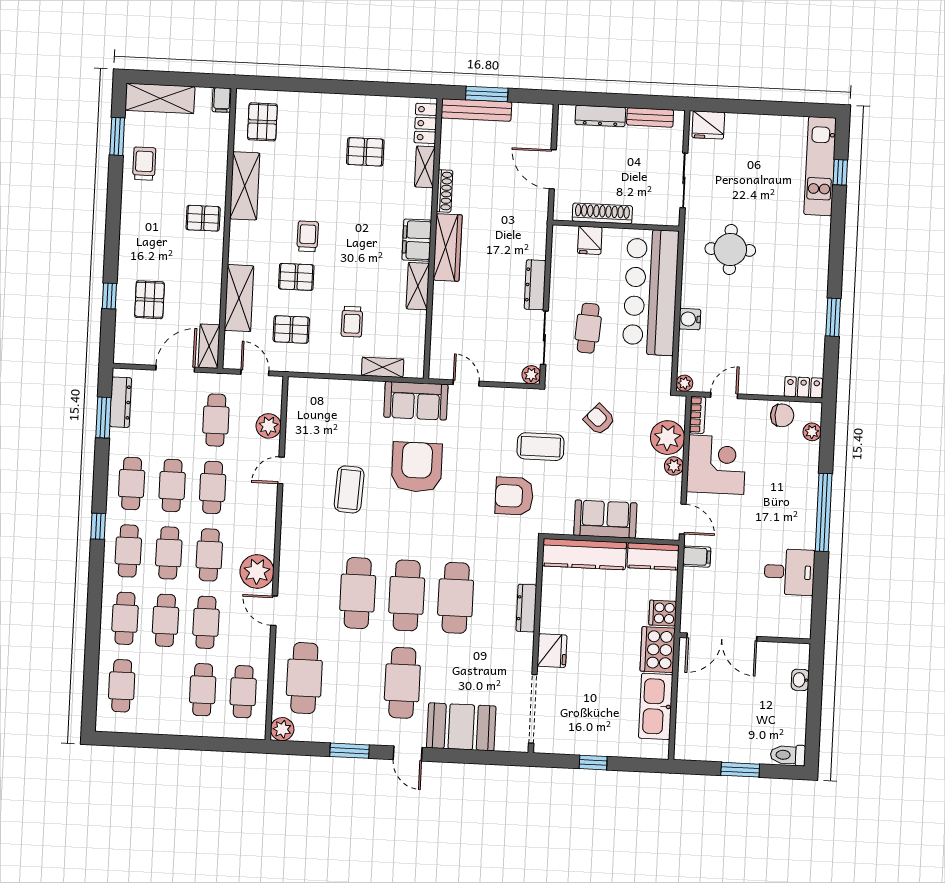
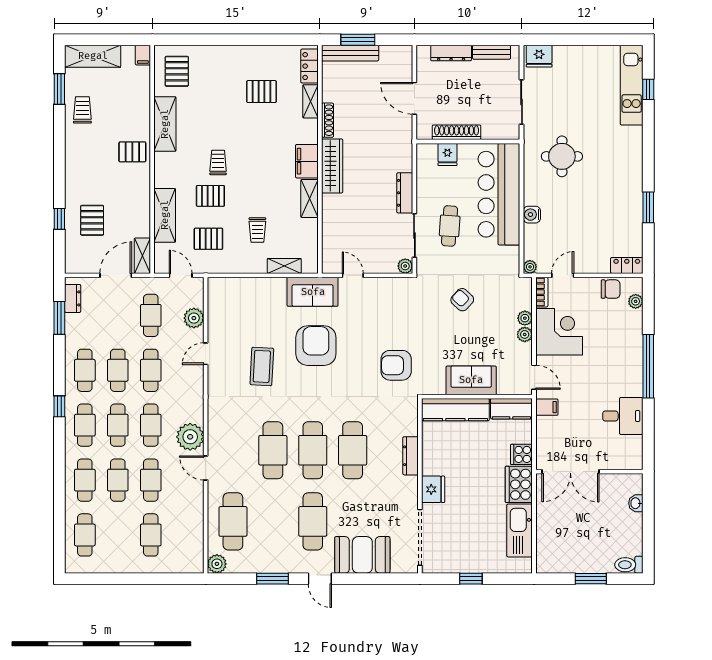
dresser: (121, 402) -> (73, 298), width x0.70
plant: (667, 438) -> (525, 318), width x0.53, depth x0.53
coffee table: (541, 447) -> (416, 324), removed
cafe table: (243, 692) -> (184, 535), removed

